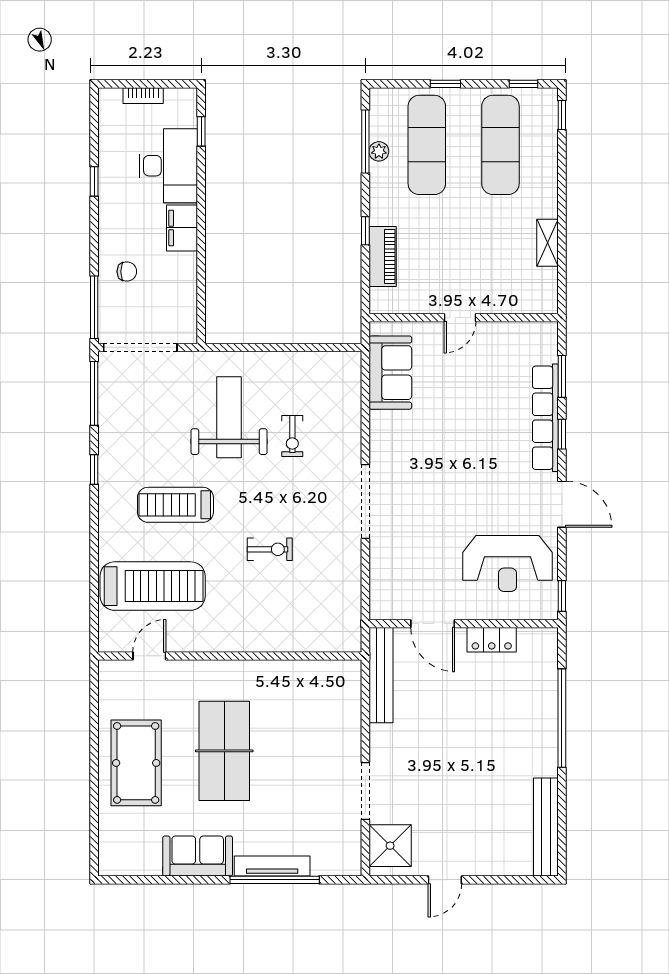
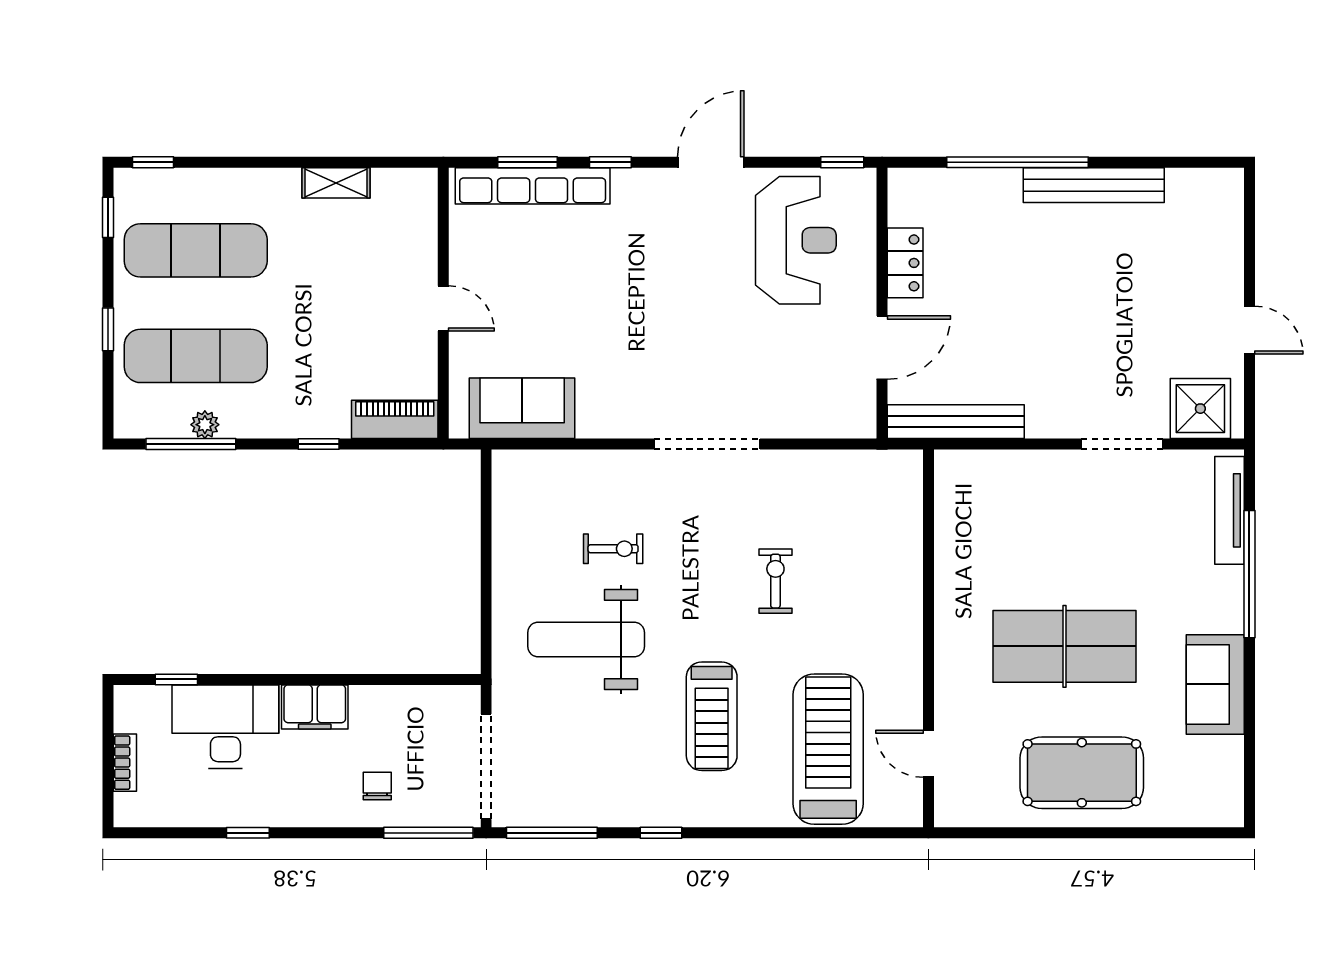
piano: (383, 257) -> (395, 419), moved
row of seats: (545, 418) -> (533, 186), moved
bench: (546, 827) -> (1094, 185), moved
tv unit: (272, 866) -> (1229, 510), moved

